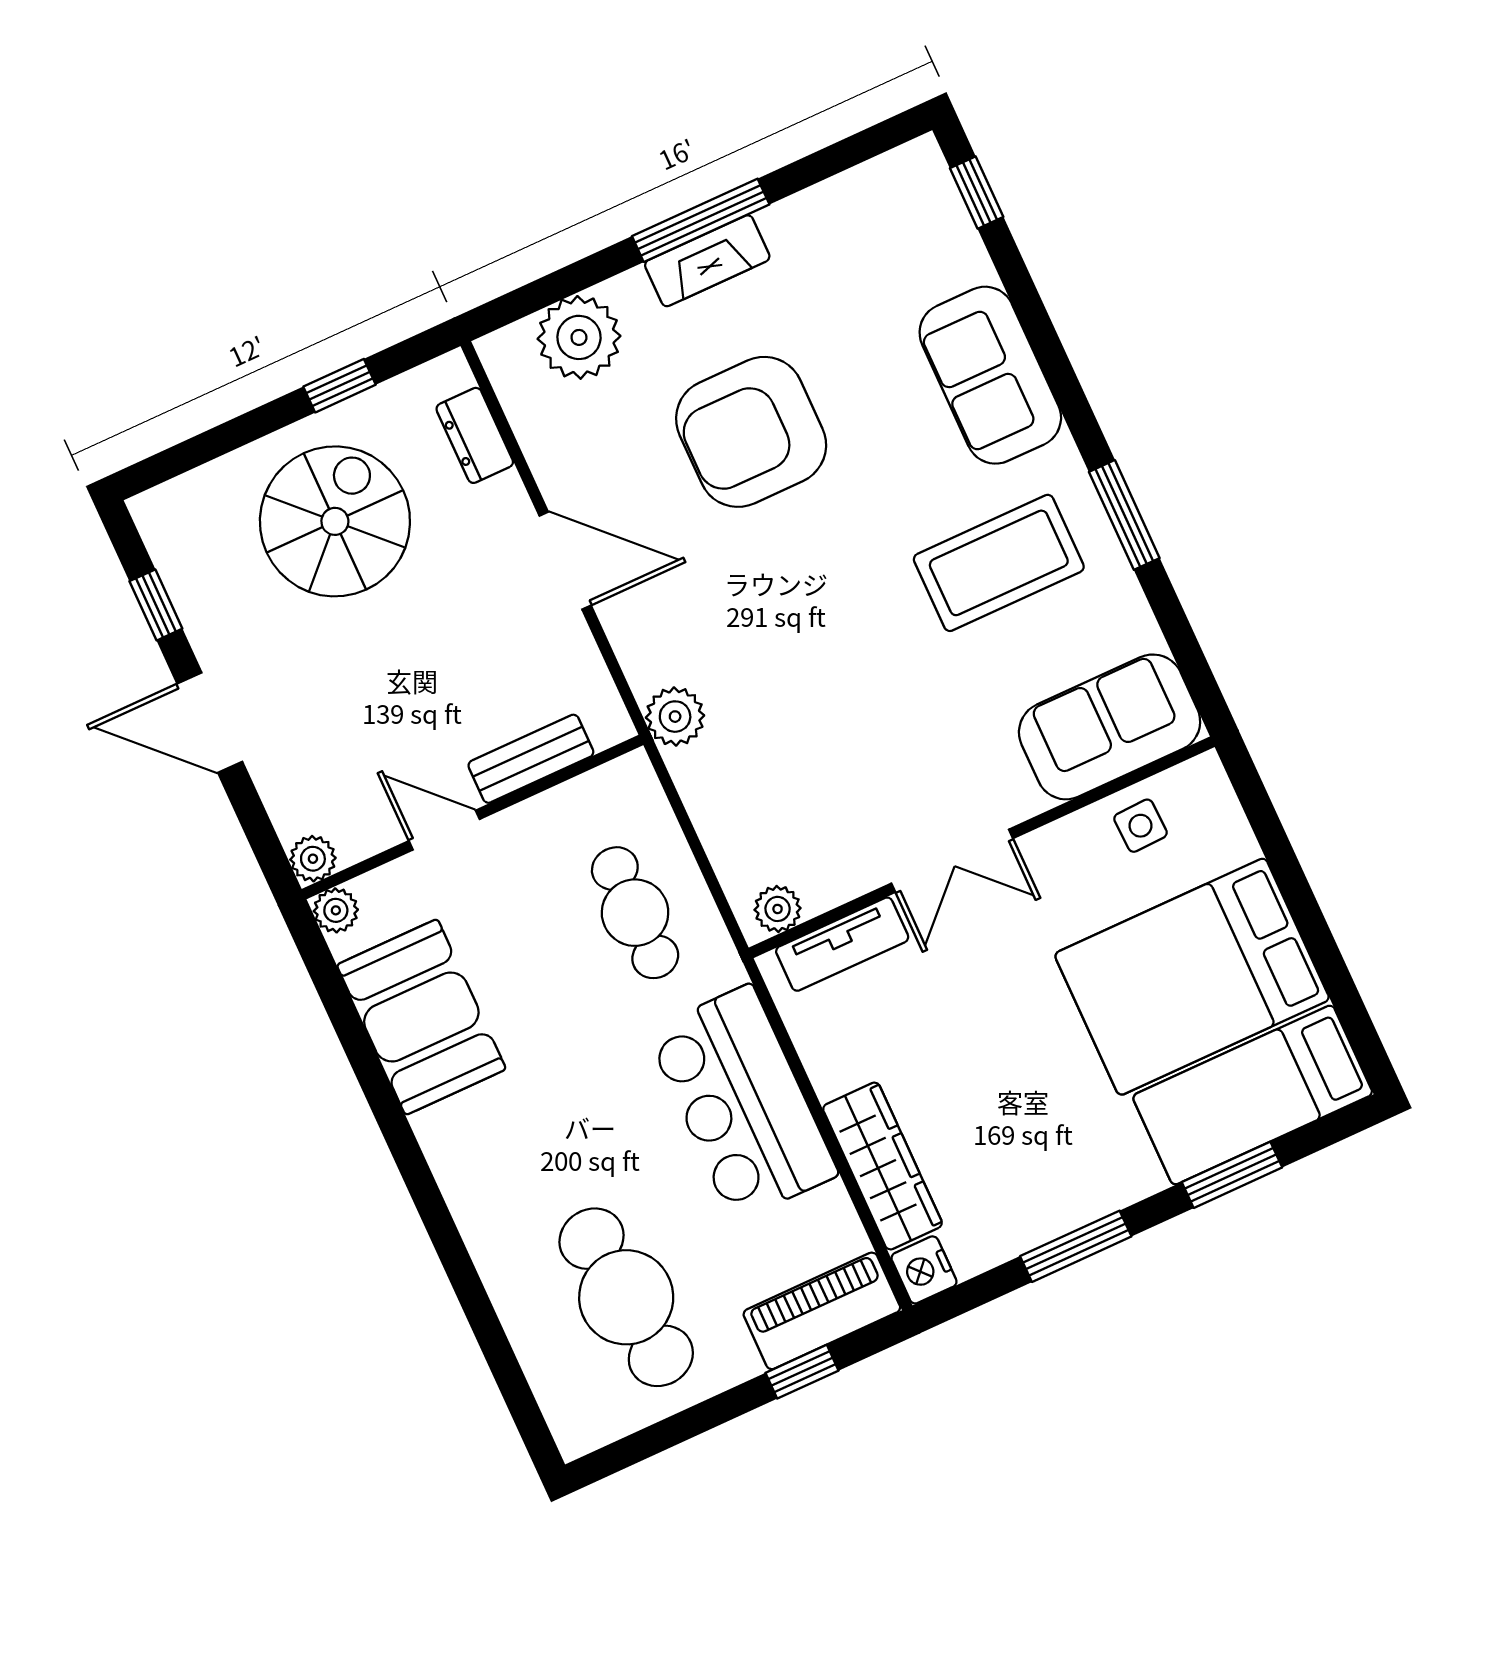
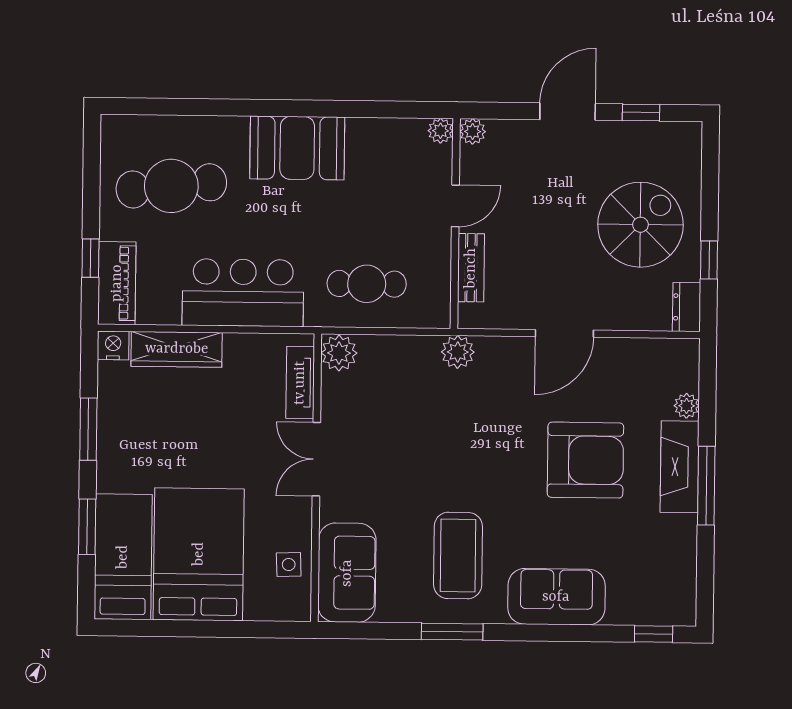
fireplace: (707, 261) -> (680, 467), width x1.37, depth x1.32
plant: (579, 337) -> (687, 406), width x0.53, depth x0.53
armchair: (751, 432) -> (585, 460), turned 90
dresser: (475, 435) -> (687, 307), moved, turned -90
spiral stairs: (335, 521) -> (640, 225), turned -90
plant: (778, 909) -> (339, 353), width x1.38, depth x1.38
booth: (421, 1017) -> (297, 148), moved

